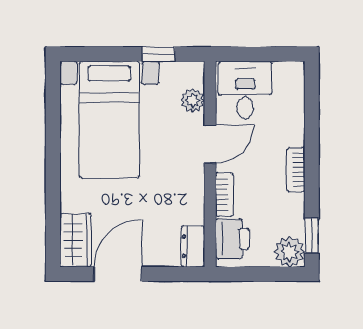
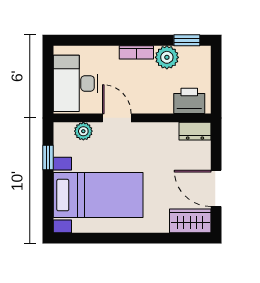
desk: (245, 90) -> (76, 83), width x1.37
bookcase: (224, 195) -> (155, 107), removed
plant: (289, 252) -> (167, 57), moved

